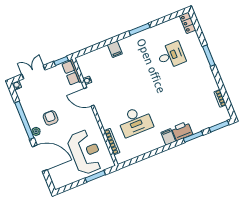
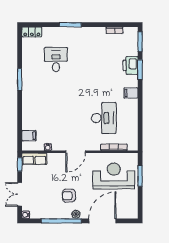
filing cabinet: (115, 49) -> (29, 136), moved
door: (89, 97) -> (76, 152), moved
printer: (182, 131) -> (130, 65), moved

